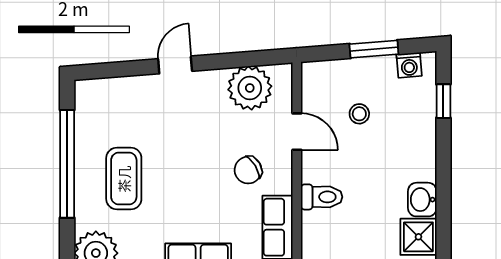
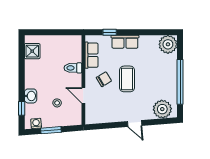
door: (175, 65) -> (135, 124), hinge flipped
plant: (250, 88) -> (162, 109), moved
coffee table: (124, 179) -> (127, 79), moved
washbasin: (422, 200) -> (31, 96), moved

